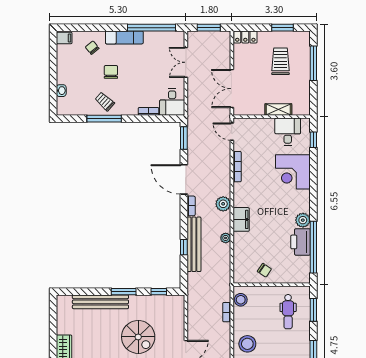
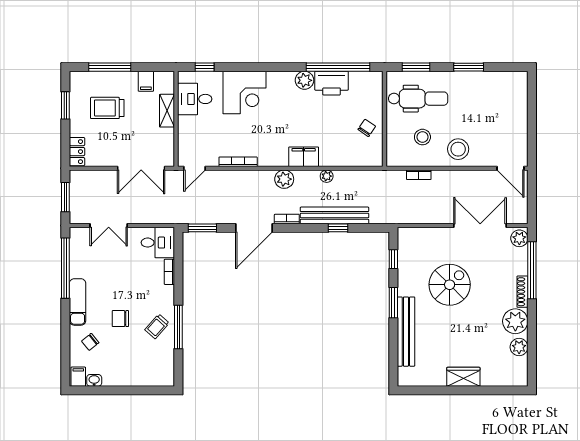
washbasin: (61, 91) -> (94, 380), moved
filing cabinet: (302, 92) -> (146, 81), added
stool: (241, 300) -> (422, 137), moved
dental chair: (288, 312) -> (418, 99), width x1.36, depth x1.38

